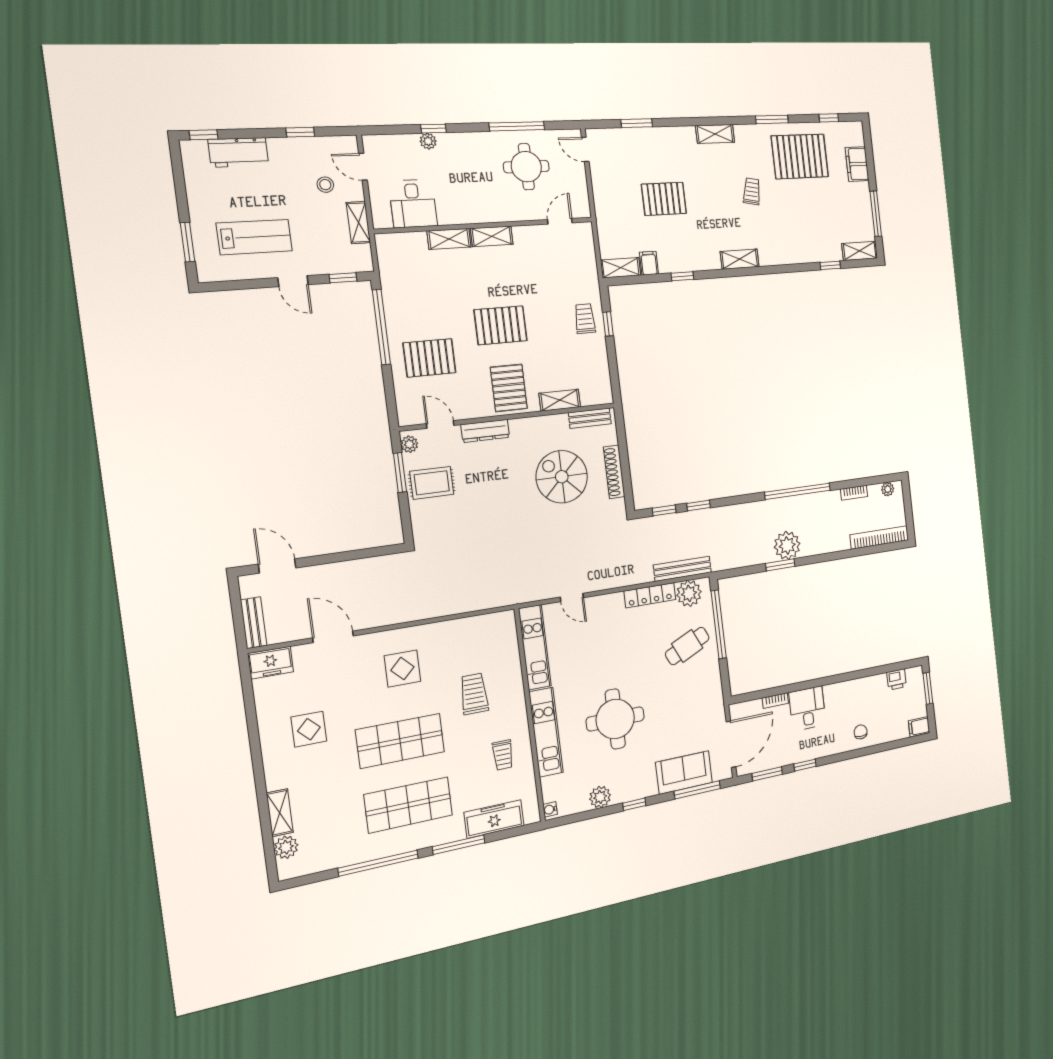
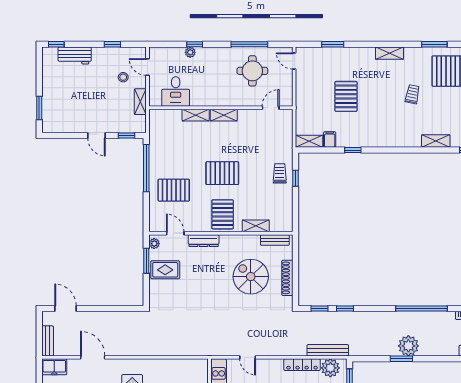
pallet: (664, 199) -> (346, 96), turned 90
lab bench: (254, 237) -> (77, 107), removed
shelving: (740, 259) -> (436, 141), moved

